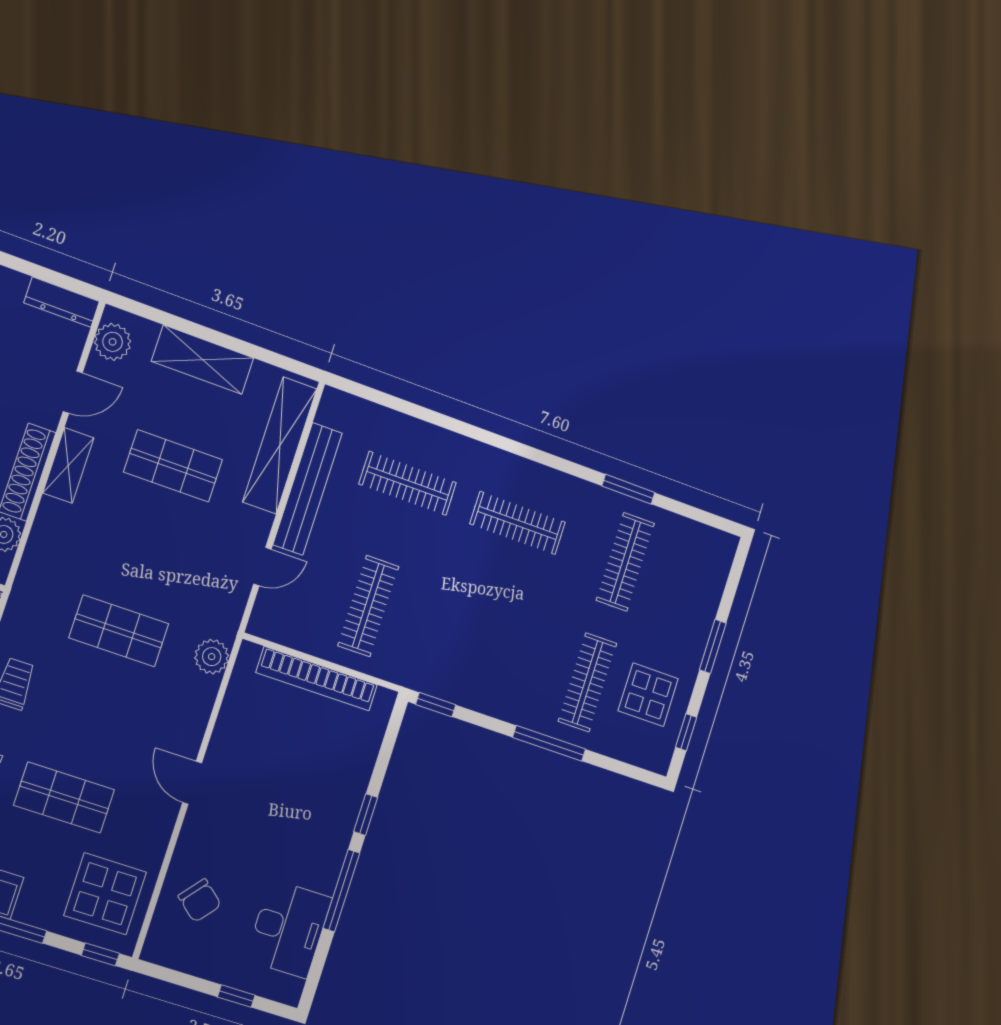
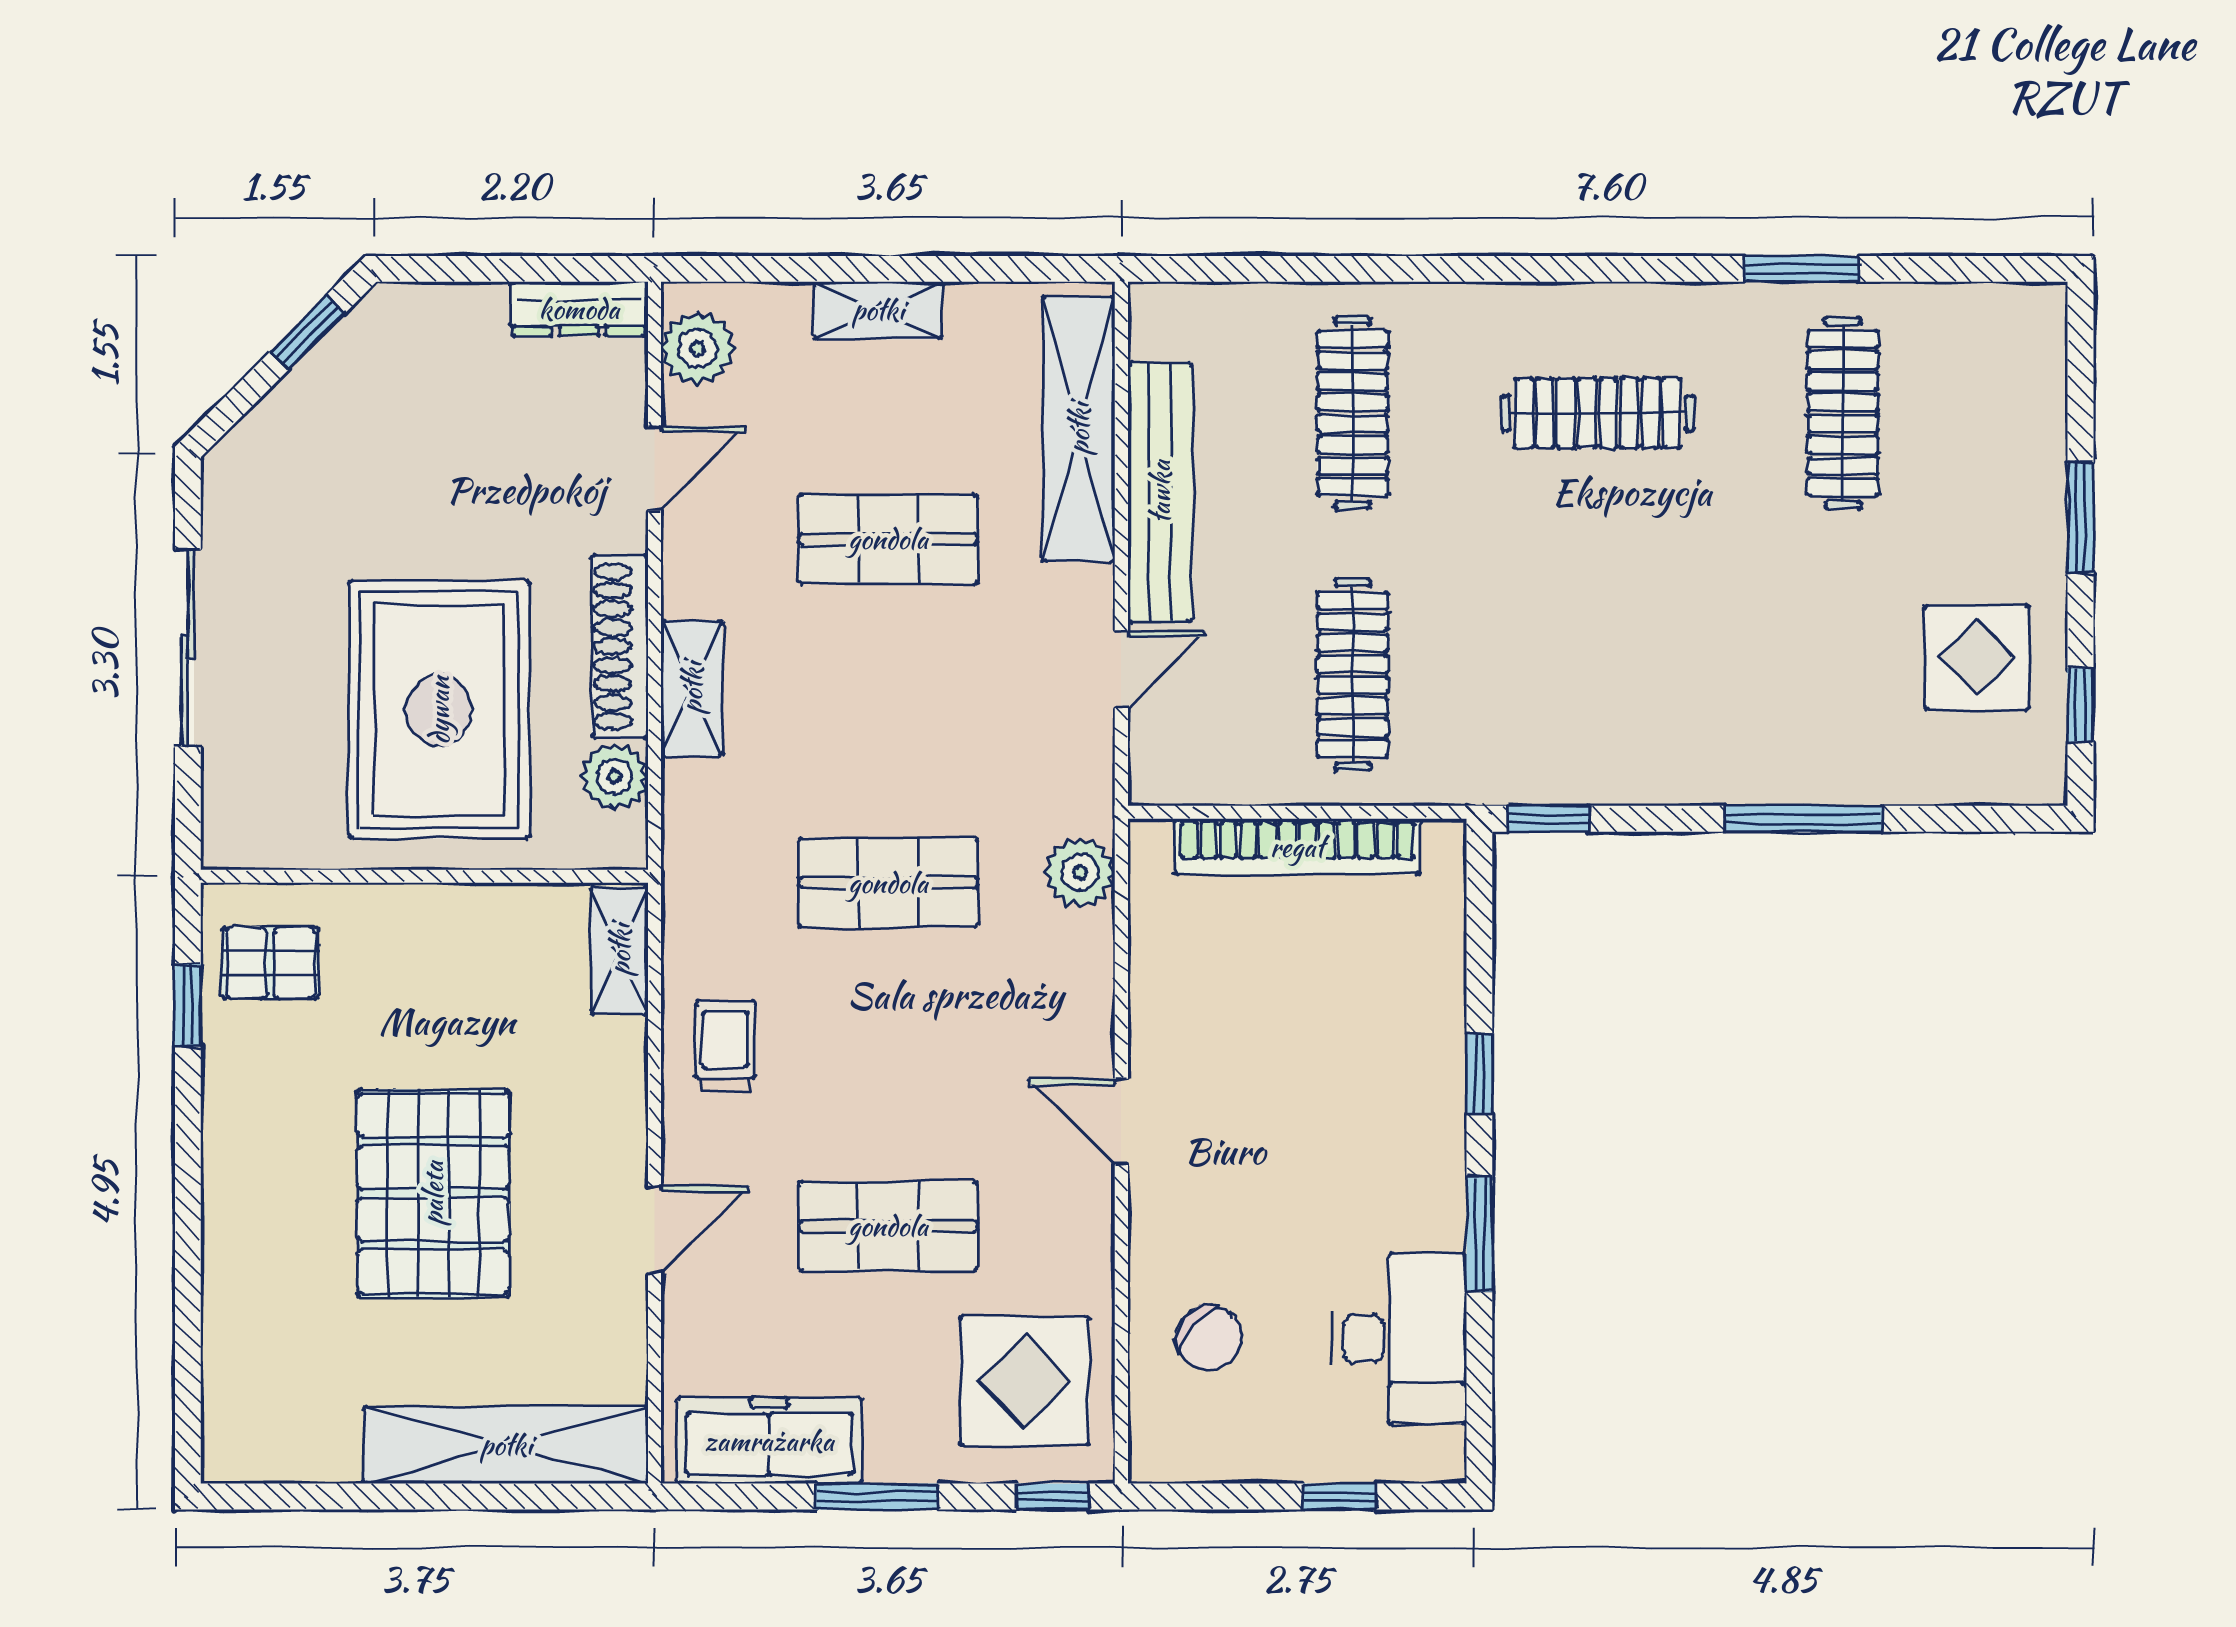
shelving: (203, 360) -> (878, 310), width x0.67, depth x0.75
shelving: (68, 465) -> (692, 688), moved
clothes rail: (408, 483) -> (1353, 413), turned 90
clothes rail: (587, 682) -> (1843, 675), removed
window: (341, 891) -> (1479, 1234), width x0.69

